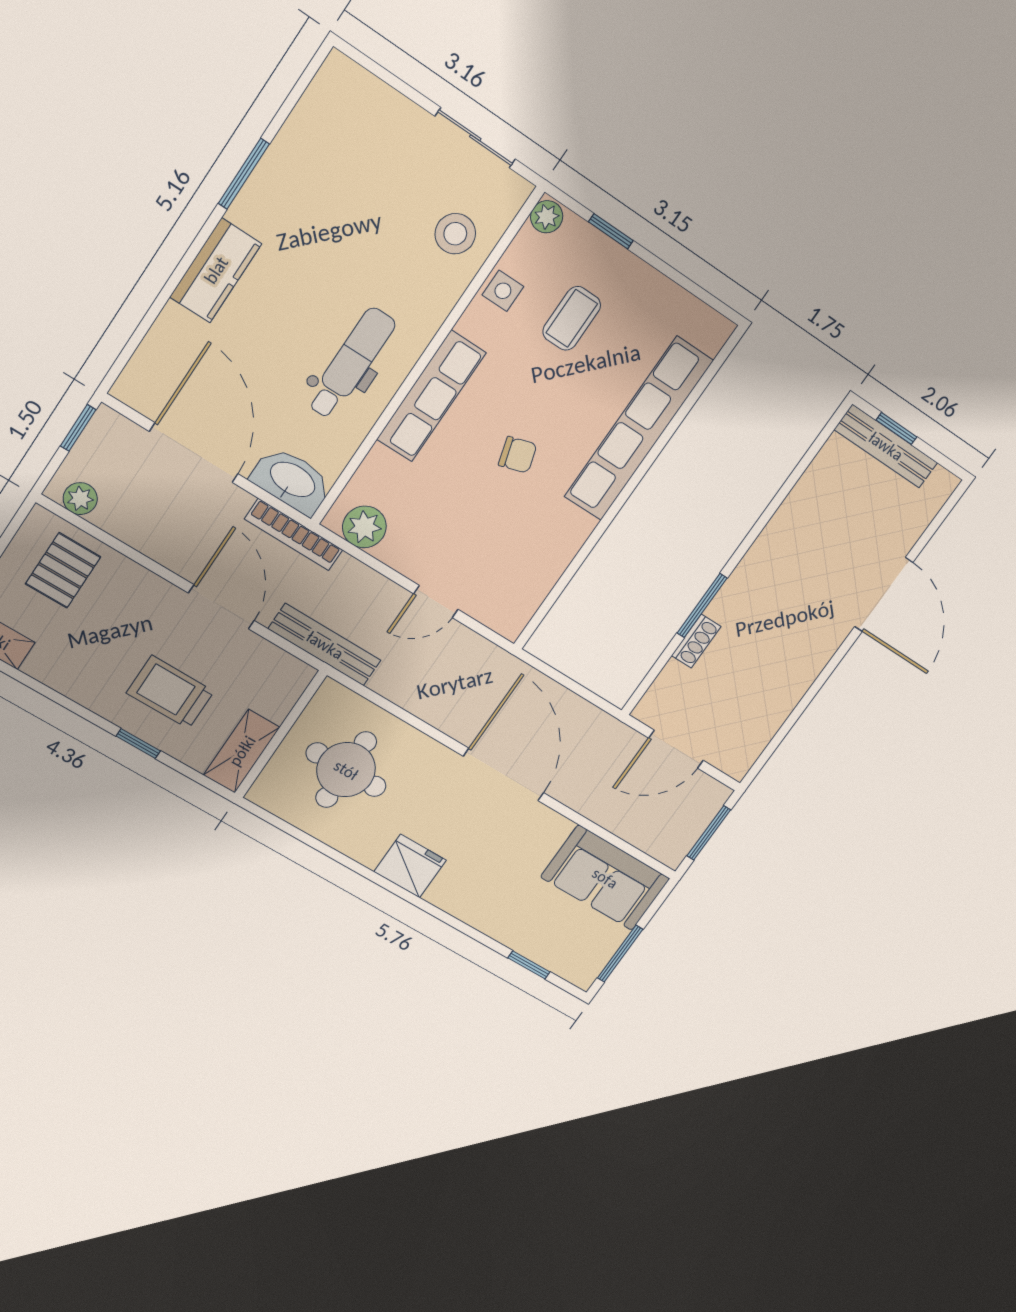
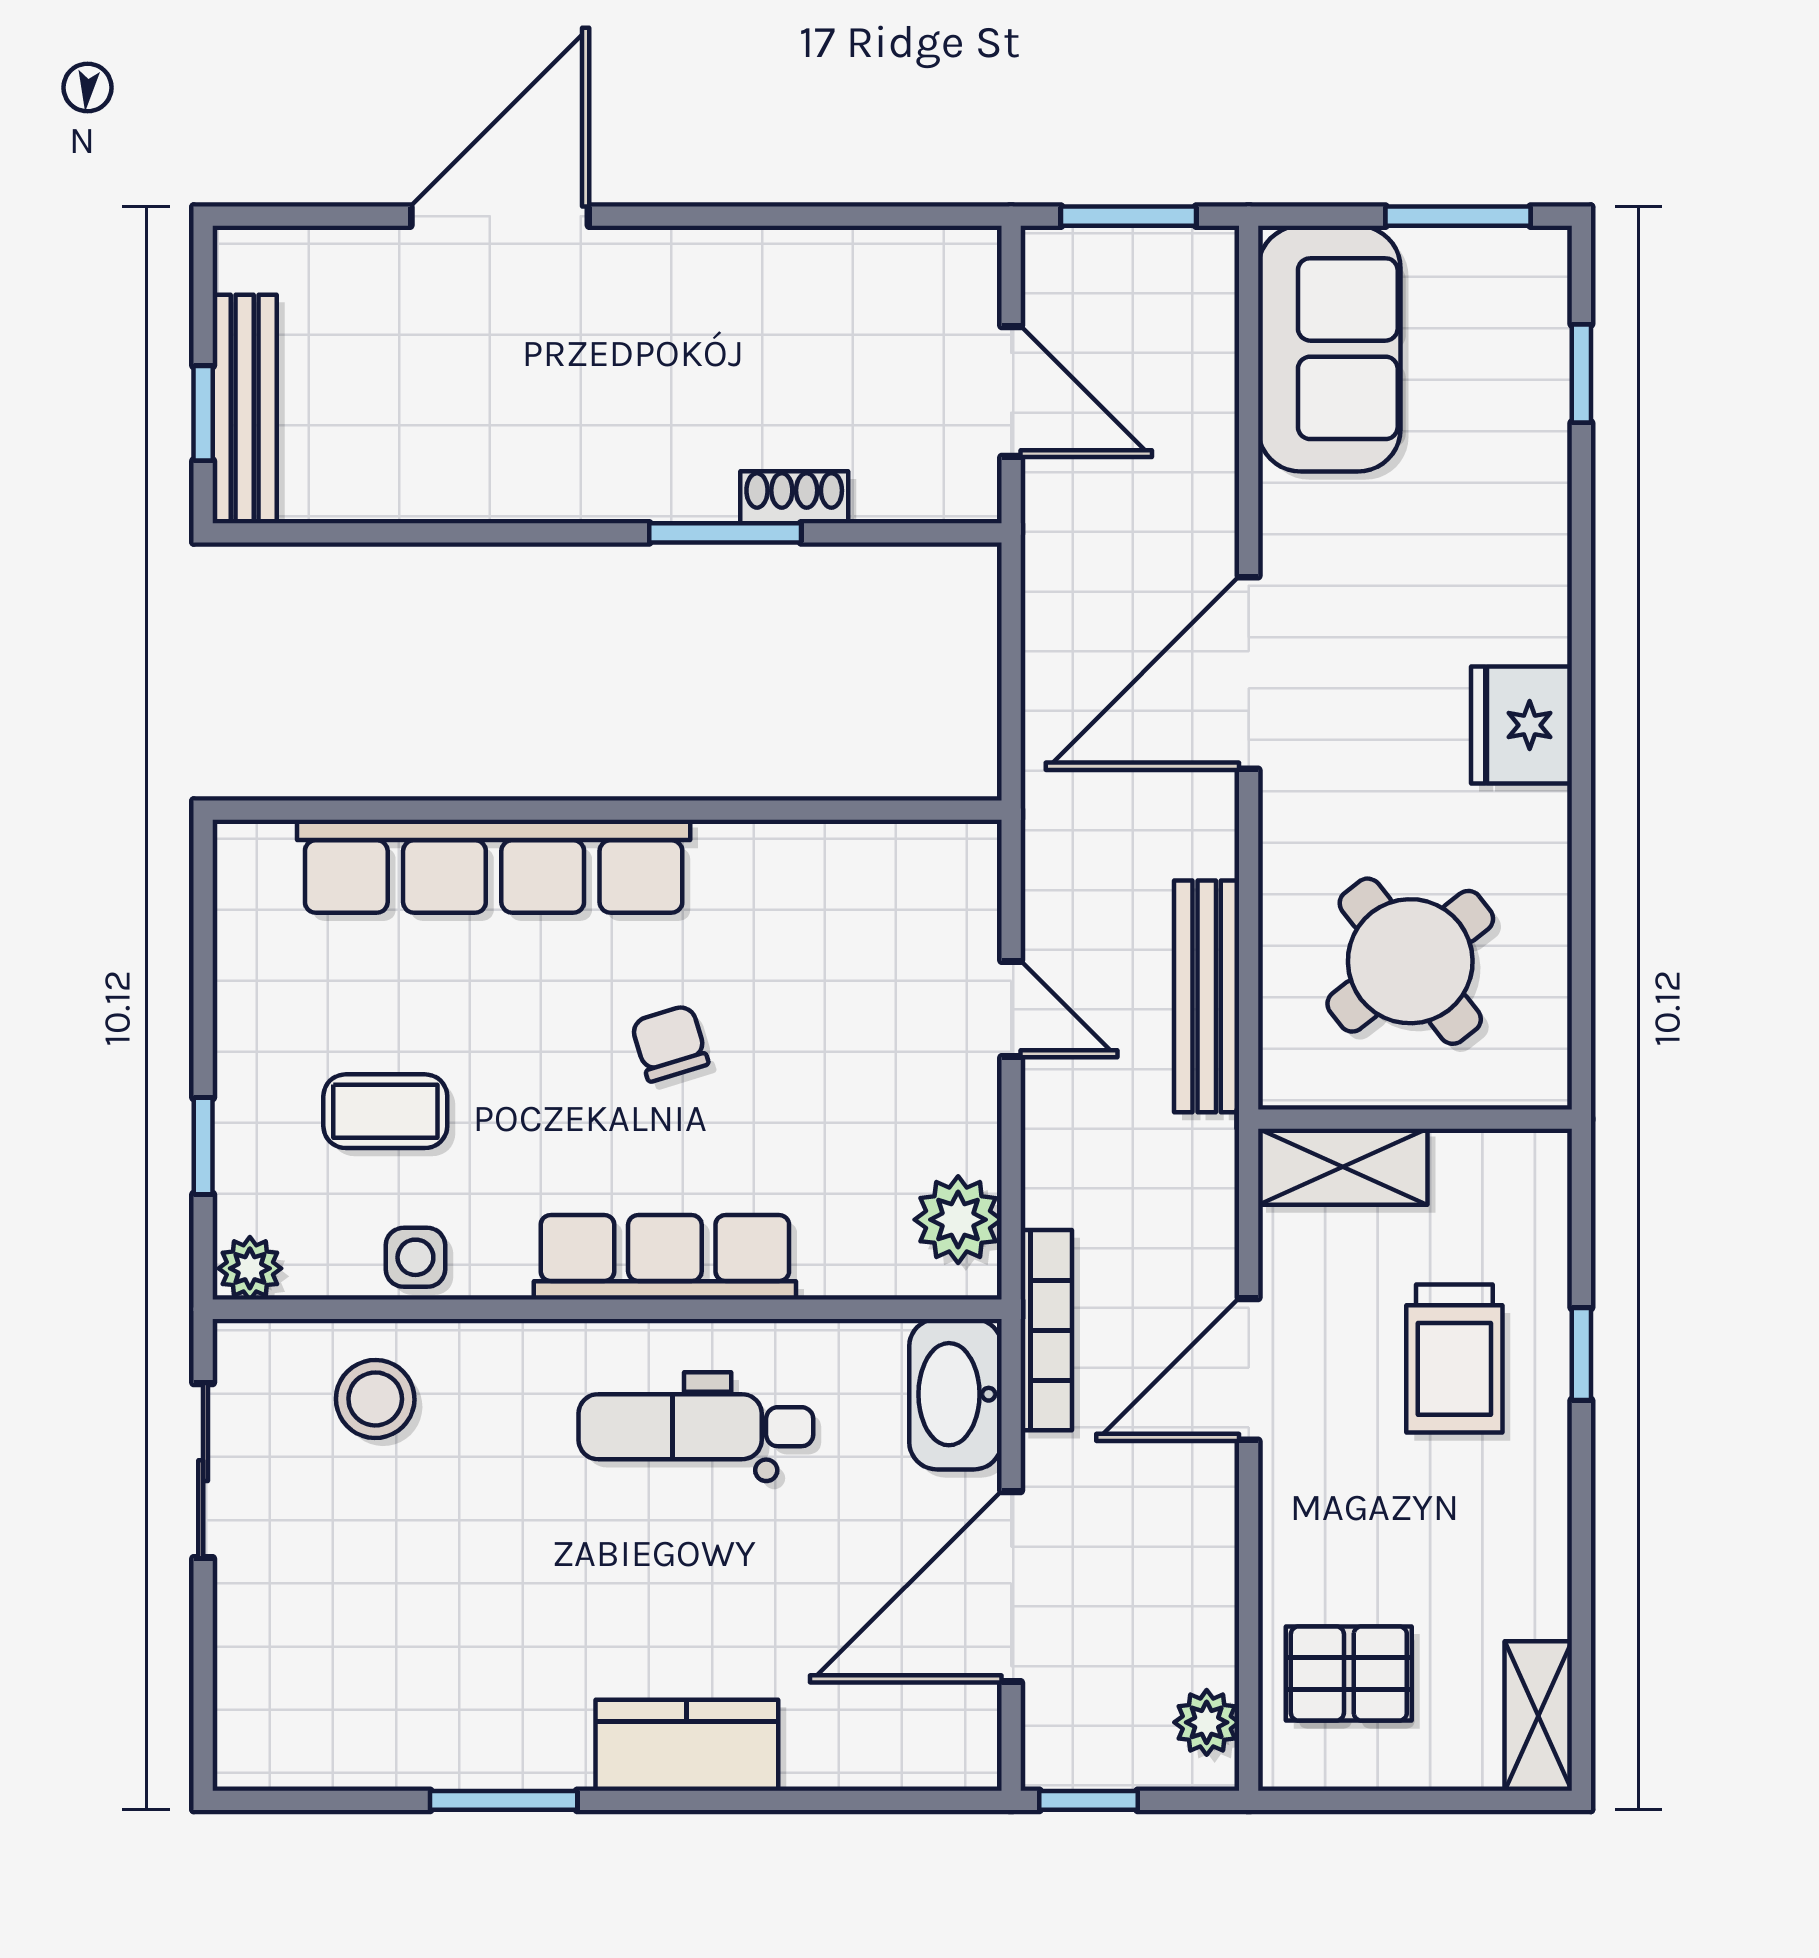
bench: (325, 645) -> (1207, 996), moved
shelving: (242, 751) -> (1343, 1167), moved
round table: (346, 770) -> (1410, 961), turned -38

